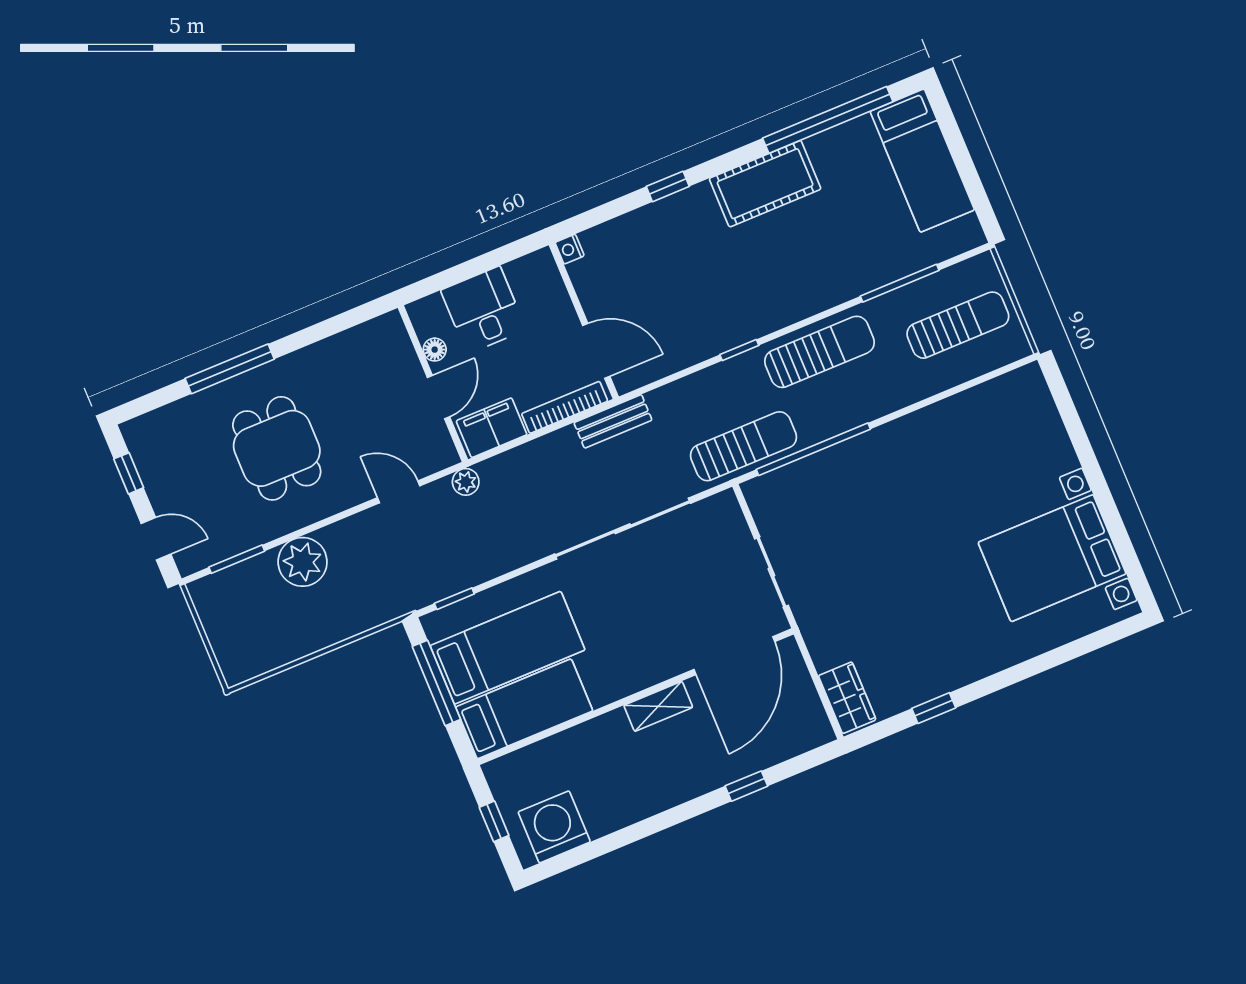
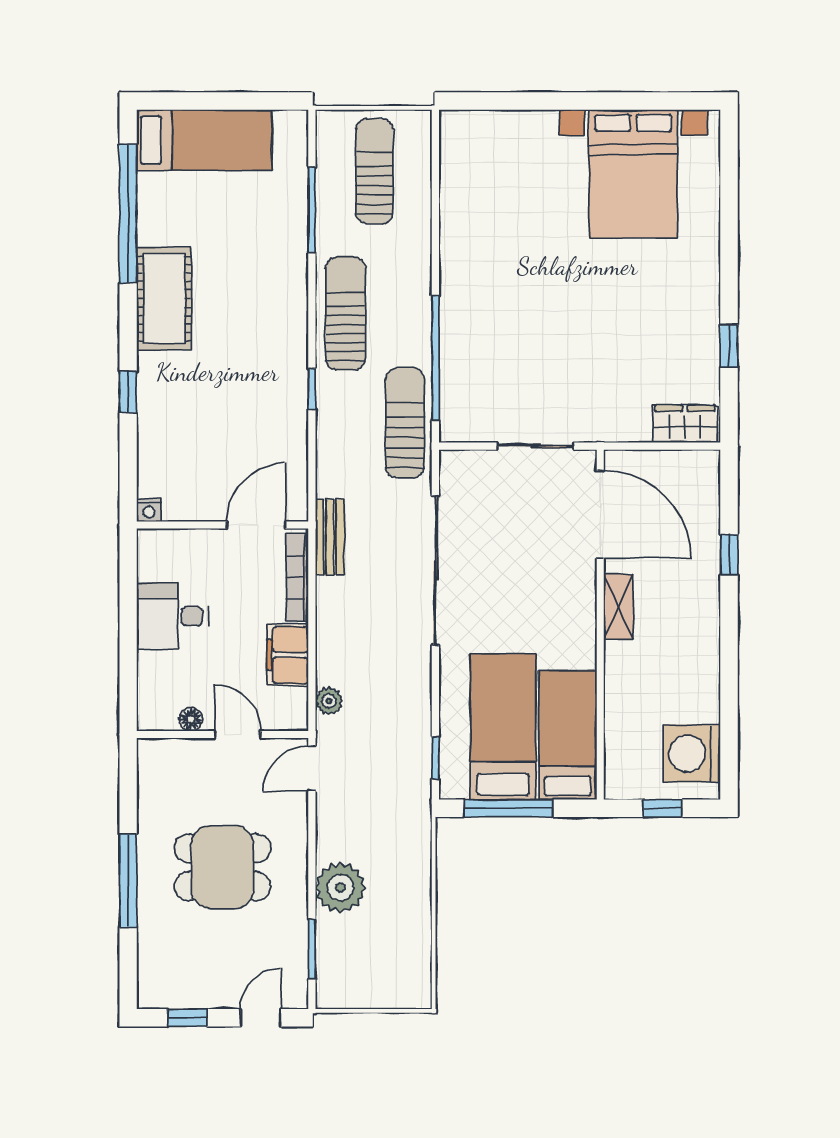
floor lamp: (435, 350) -> (191, 719), moved
wall: (433, 384) -> (223, 734), moved
door: (438, 397) -> (238, 734), moved

